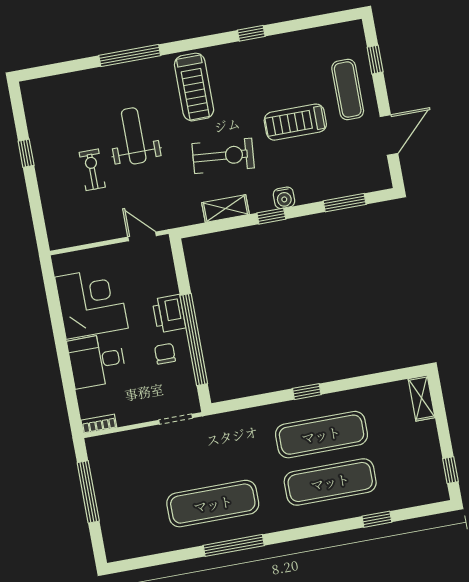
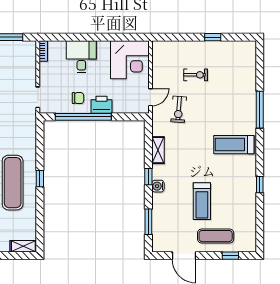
treadmill: (295, 122) -> (202, 201), turned 180
weight bench: (134, 136) -> (211, 103), removed
exercise bike: (223, 156) -> (179, 109), moved, width x0.73, depth x0.72
corner desk: (91, 303) -> (130, 60), moved

